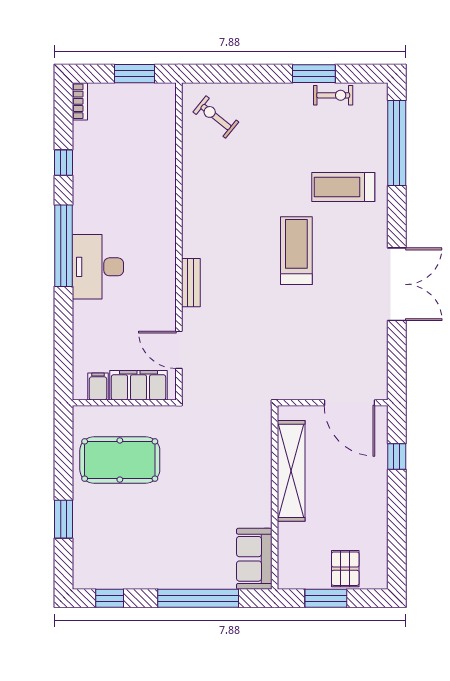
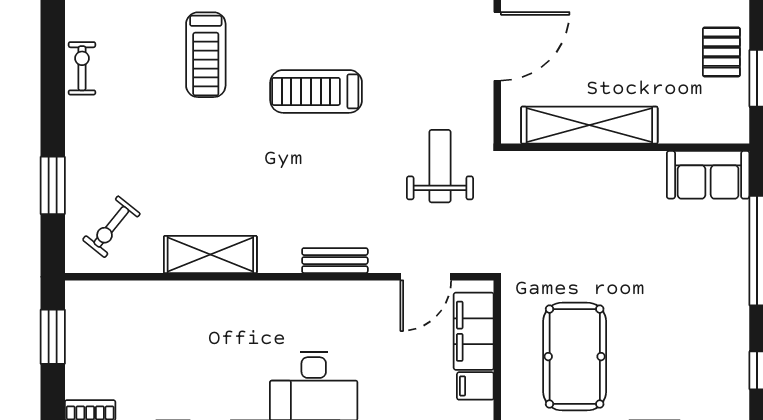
window: (314, 74) -> (53, 185), moved
shelving: (195, 190) -> (210, 254), added
treadmill: (296, 251) -> (316, 91), moved
weight bench: (261, 360) -> (440, 166), added
pallet: (345, 569) -> (721, 52), turned 90

